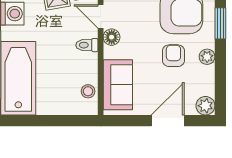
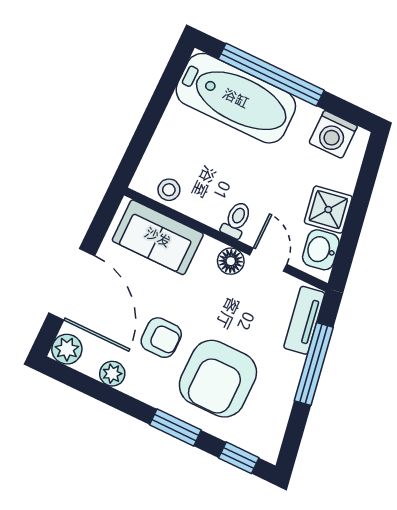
door: (101, 16) -> (268, 260), hinge flipped
plant: (207, 57) -> (112, 374), moved
door: (168, 121) -> (72, 284), width x1.36

